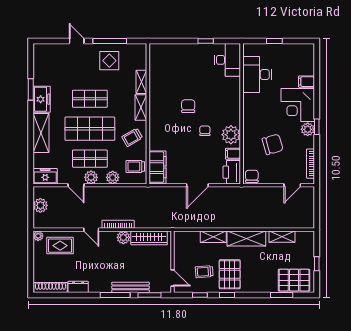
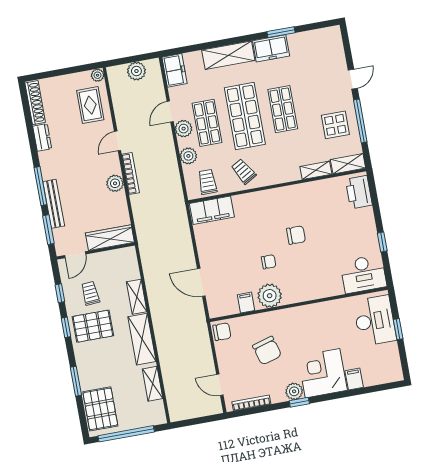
desk: (257, 74) -> (375, 321), moved, turned 90
shelving: (141, 107) -> (348, 164), moved
printer: (232, 172) -> (359, 192), moved, turned -90
door: (197, 185) -> (201, 282), moved
wardrobe: (149, 238) -> (110, 238), moved, turned 90
window: (317, 264) -> (126, 434), width x3.17
window: (282, 295) -> (76, 381), moved

